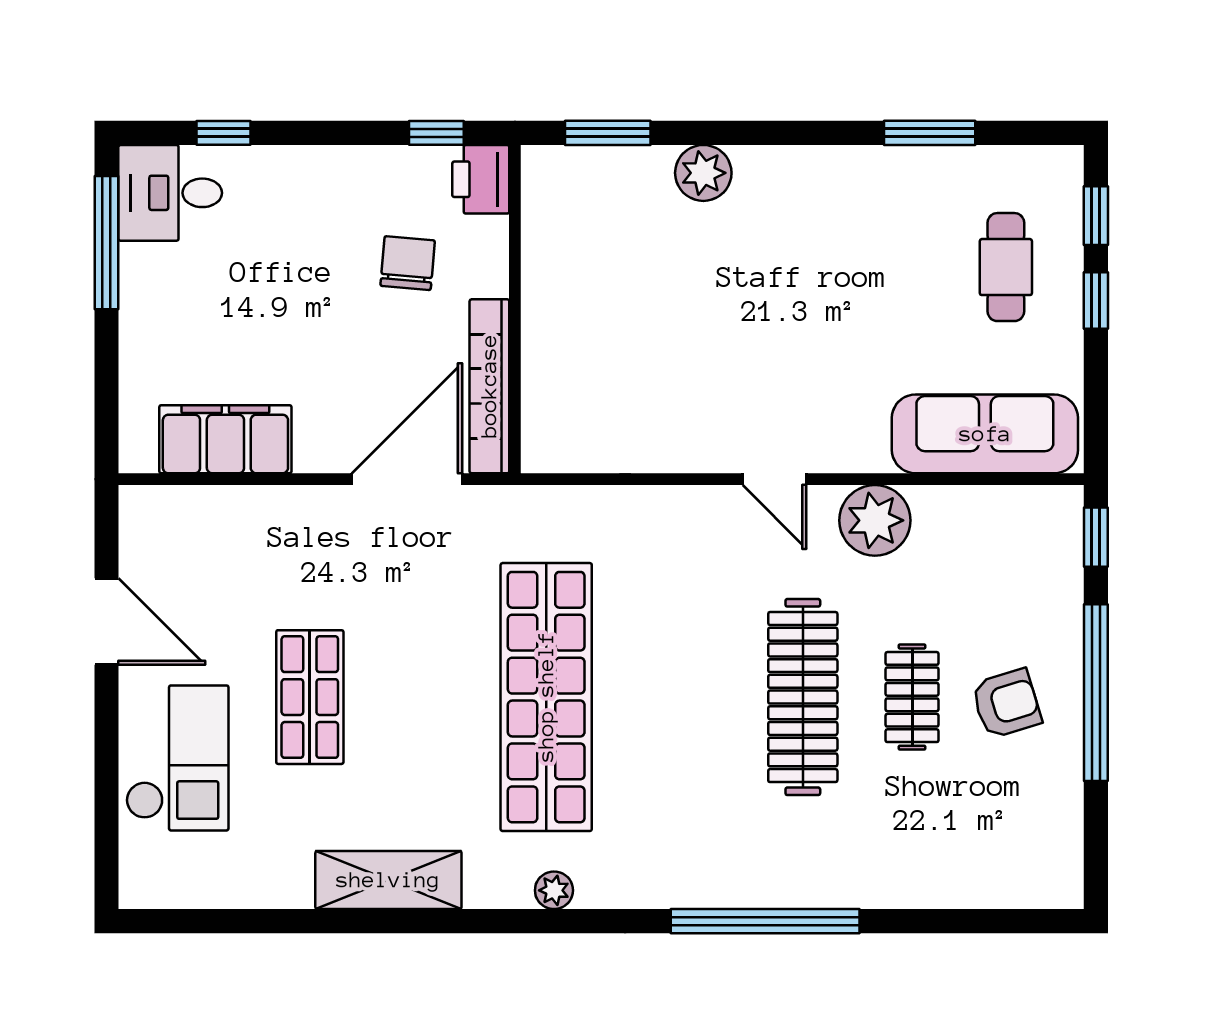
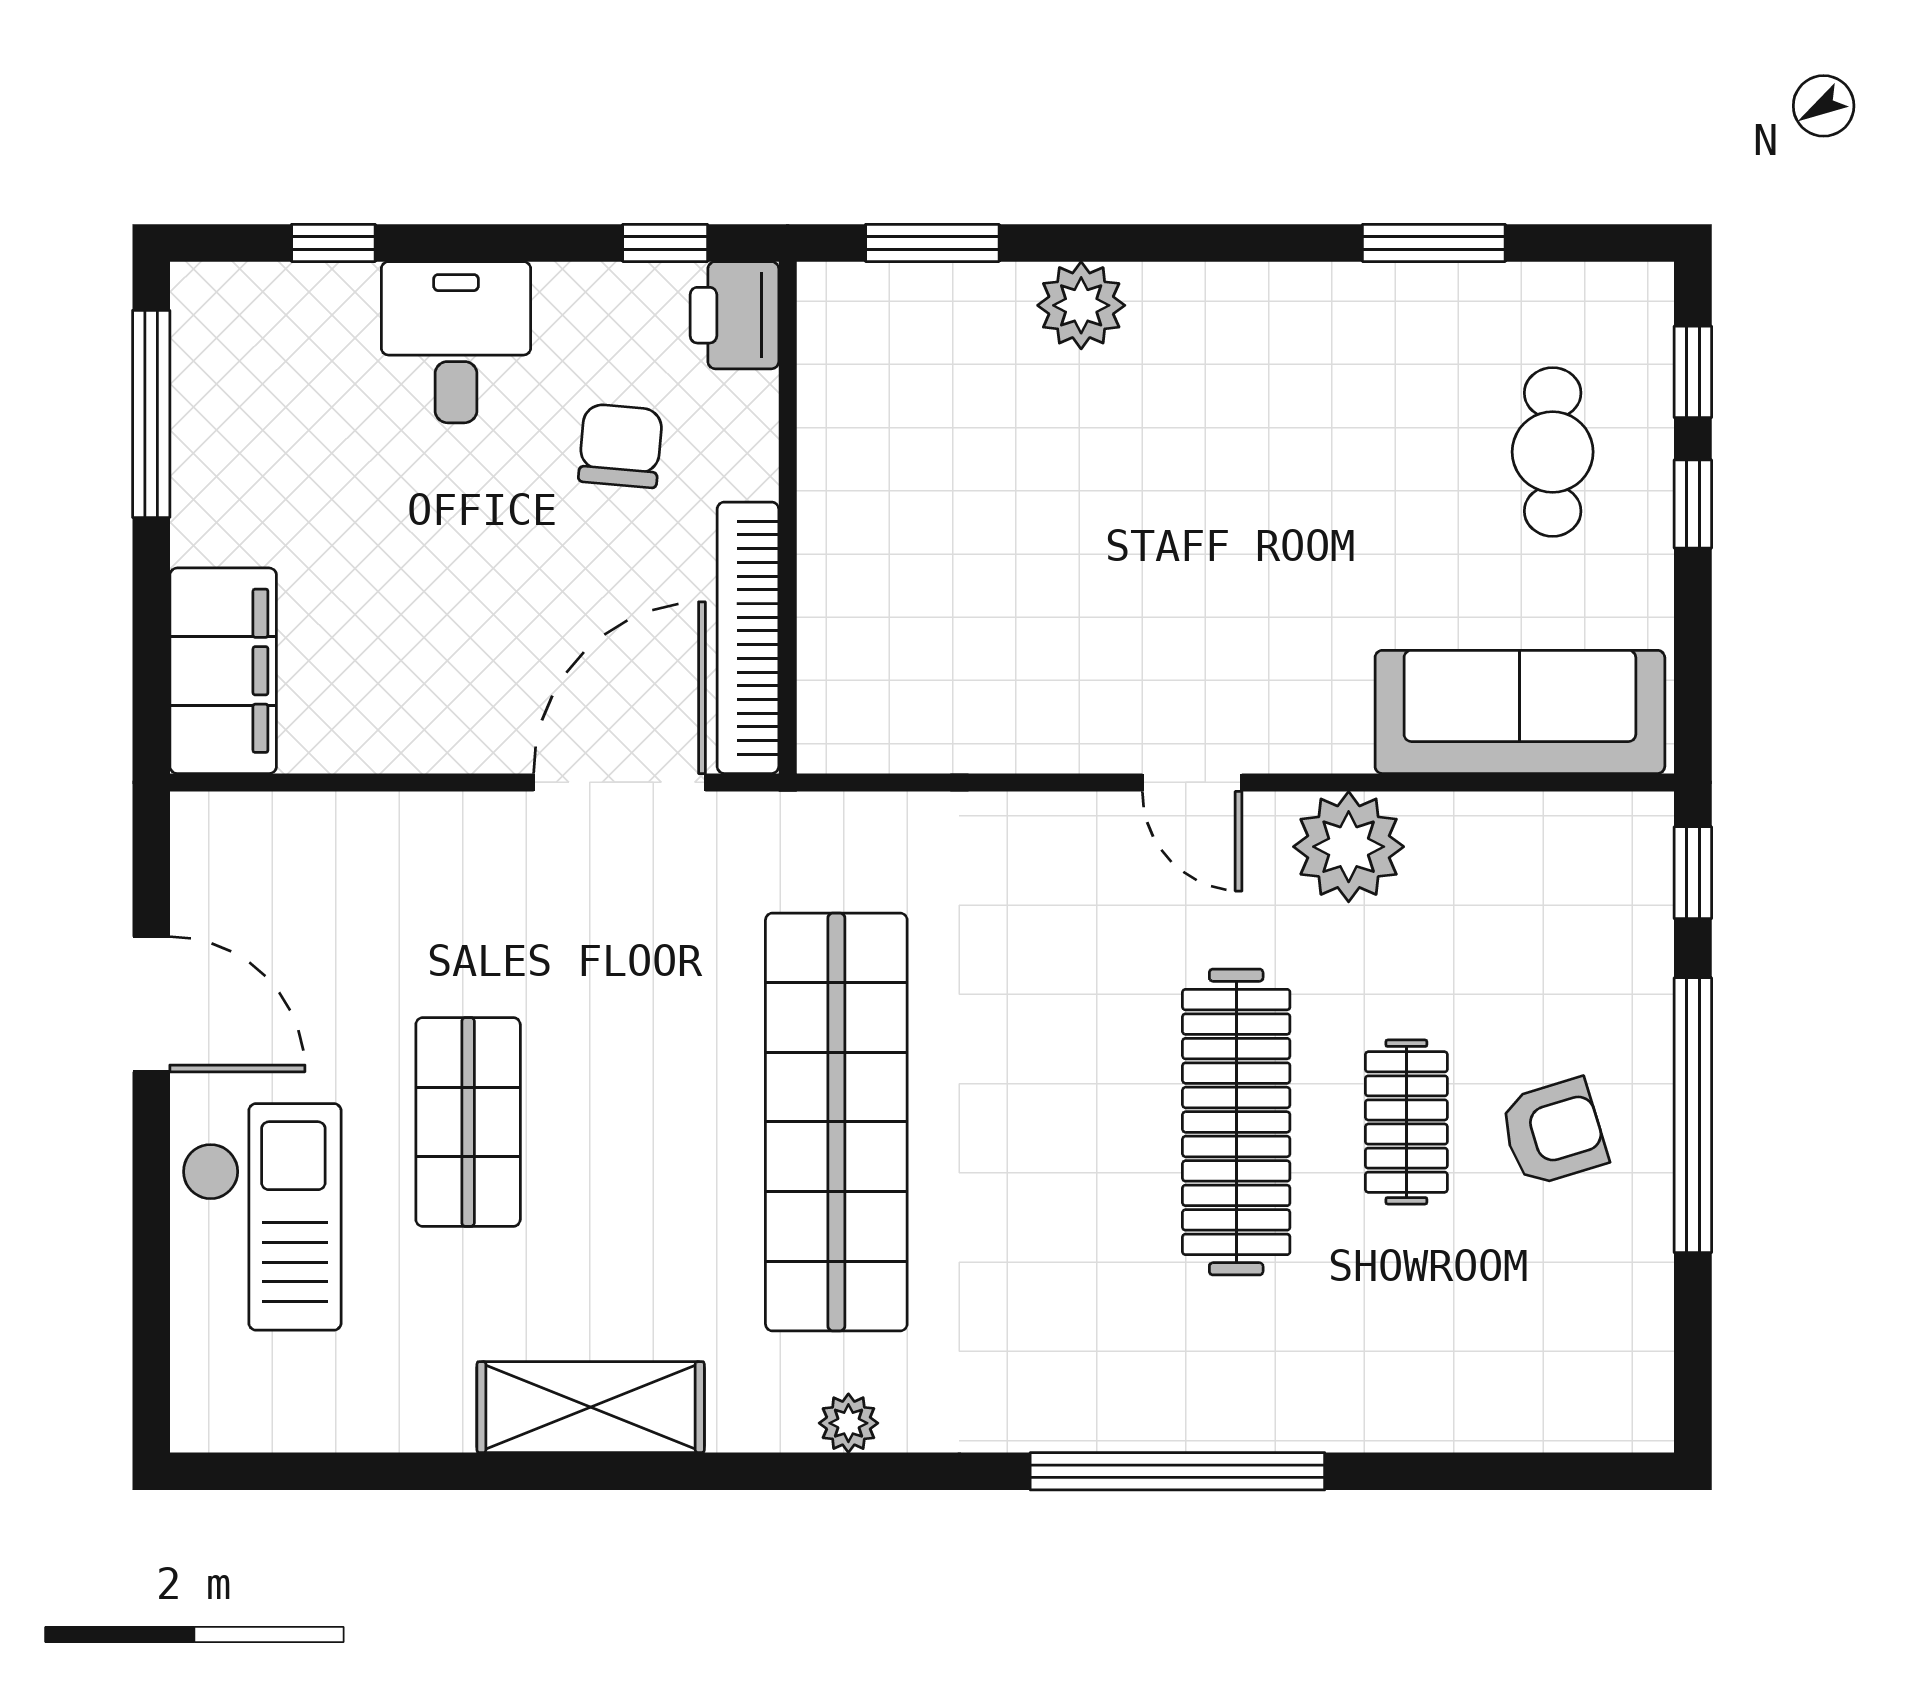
desk: (170, 193) -> (456, 342), moved, turned 90
filing cabinet: (225, 439) -> (223, 671), moved, turned 90

